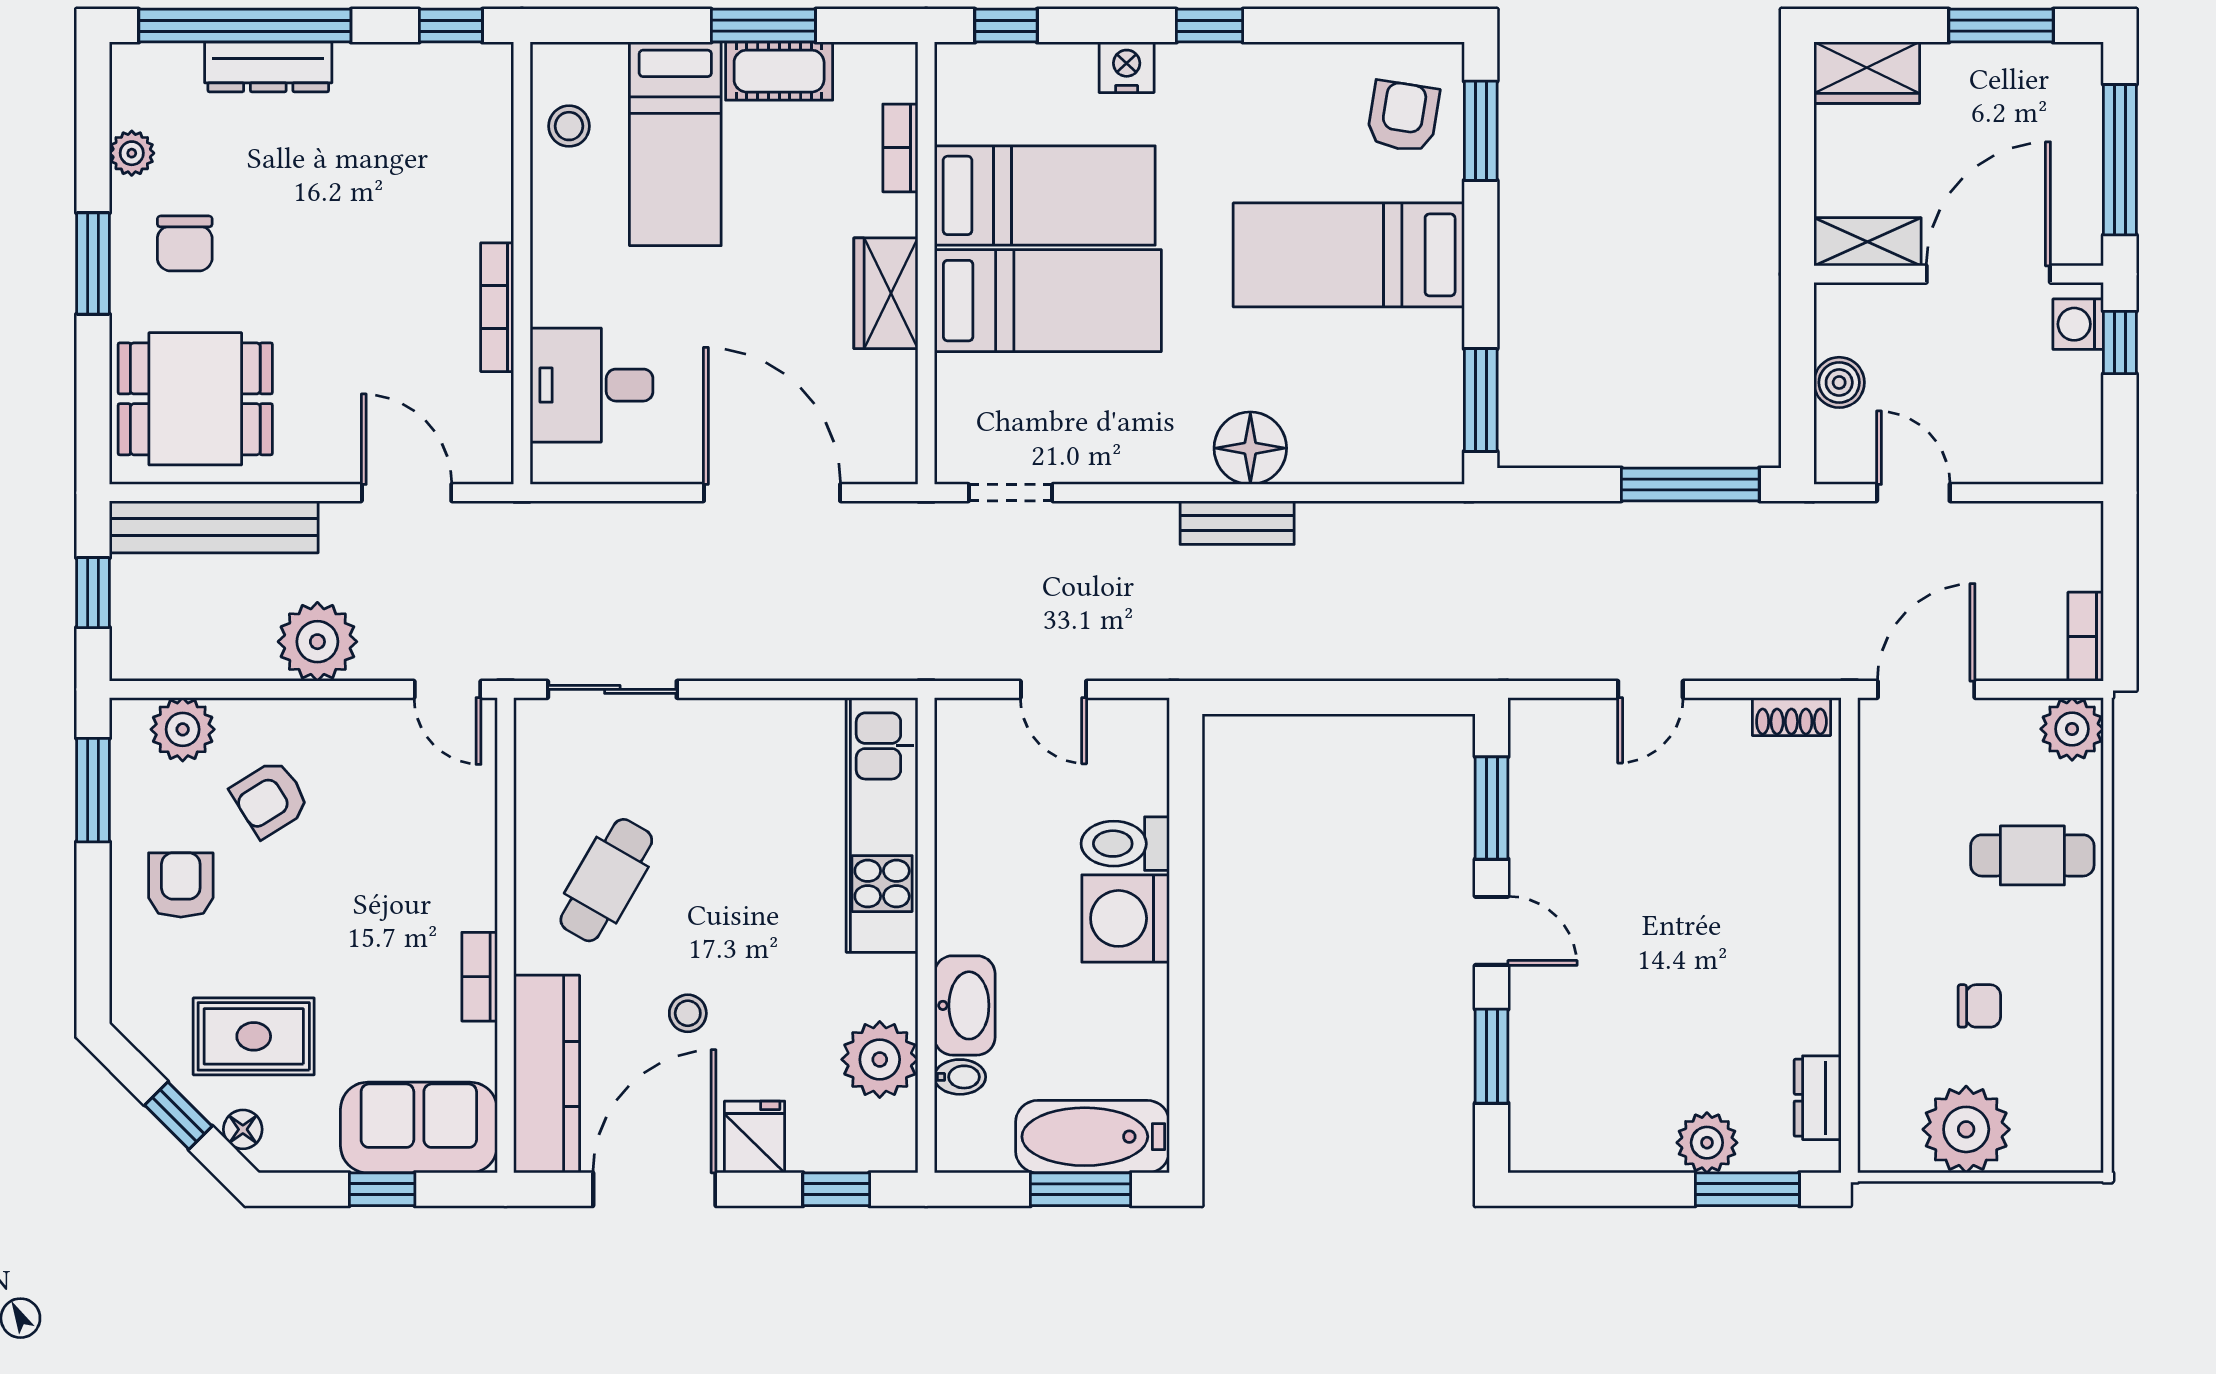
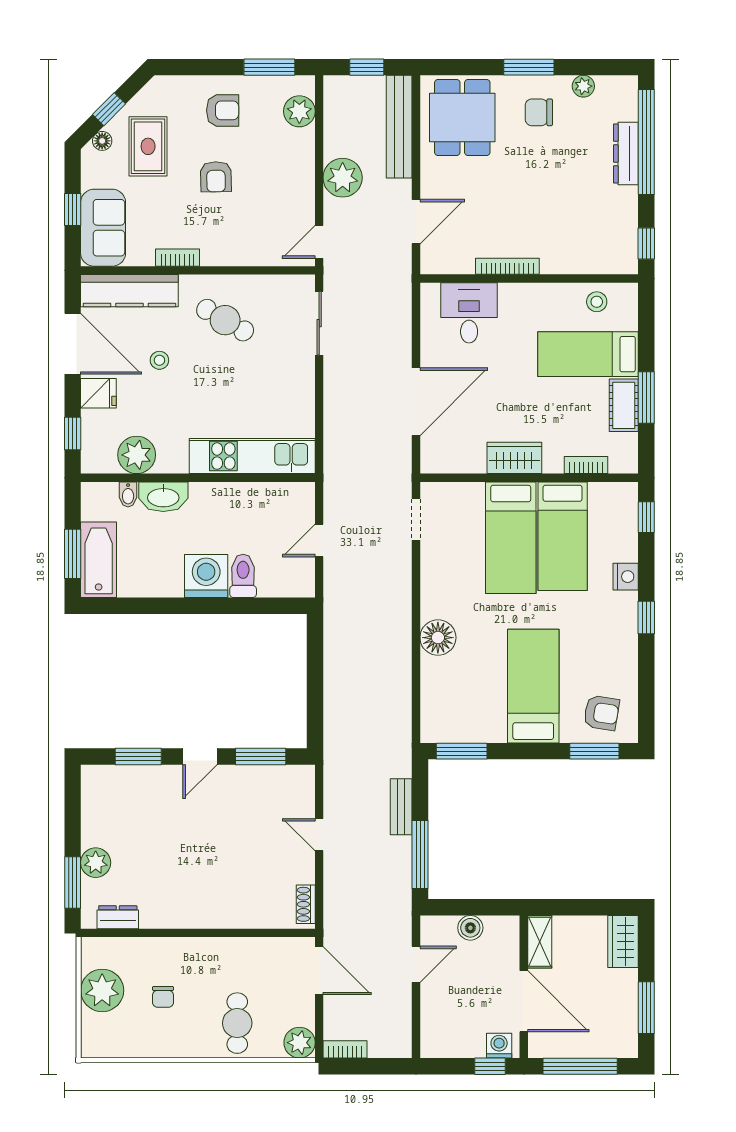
bench: (1237, 523) -> (401, 807), moved
armchair: (270, 799) -> (216, 177), moved, turned -149

